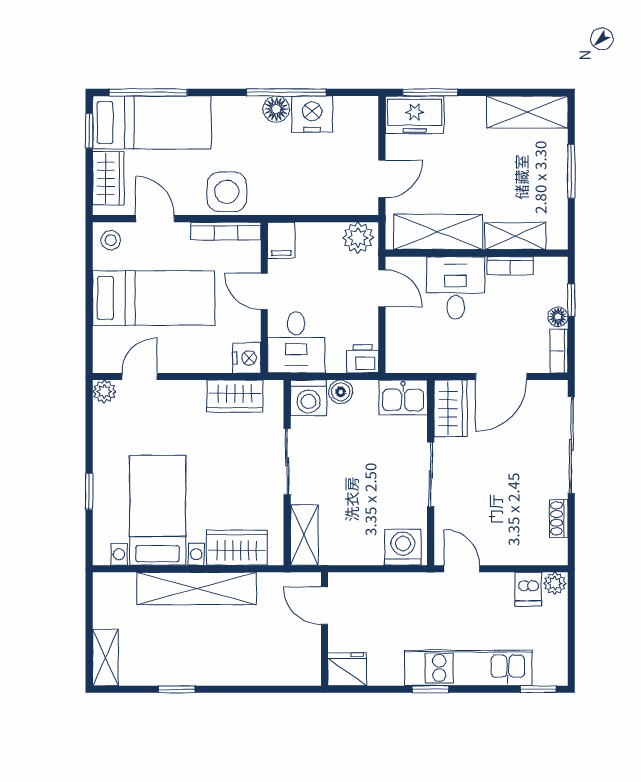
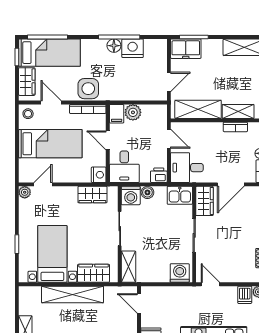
plant: (358, 238) -> (133, 112), moved
desk: (456, 288) -> (187, 168), moved, turned -90

